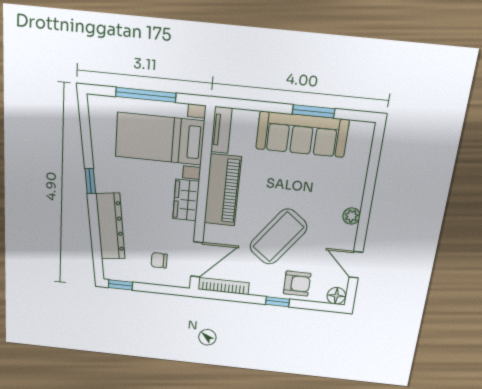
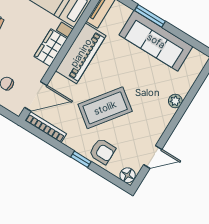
window: (314, 111) -> (150, 16), moved
plant: (352, 216) -> (175, 101), moved
door: (356, 265) -> (153, 157), swing flipped

